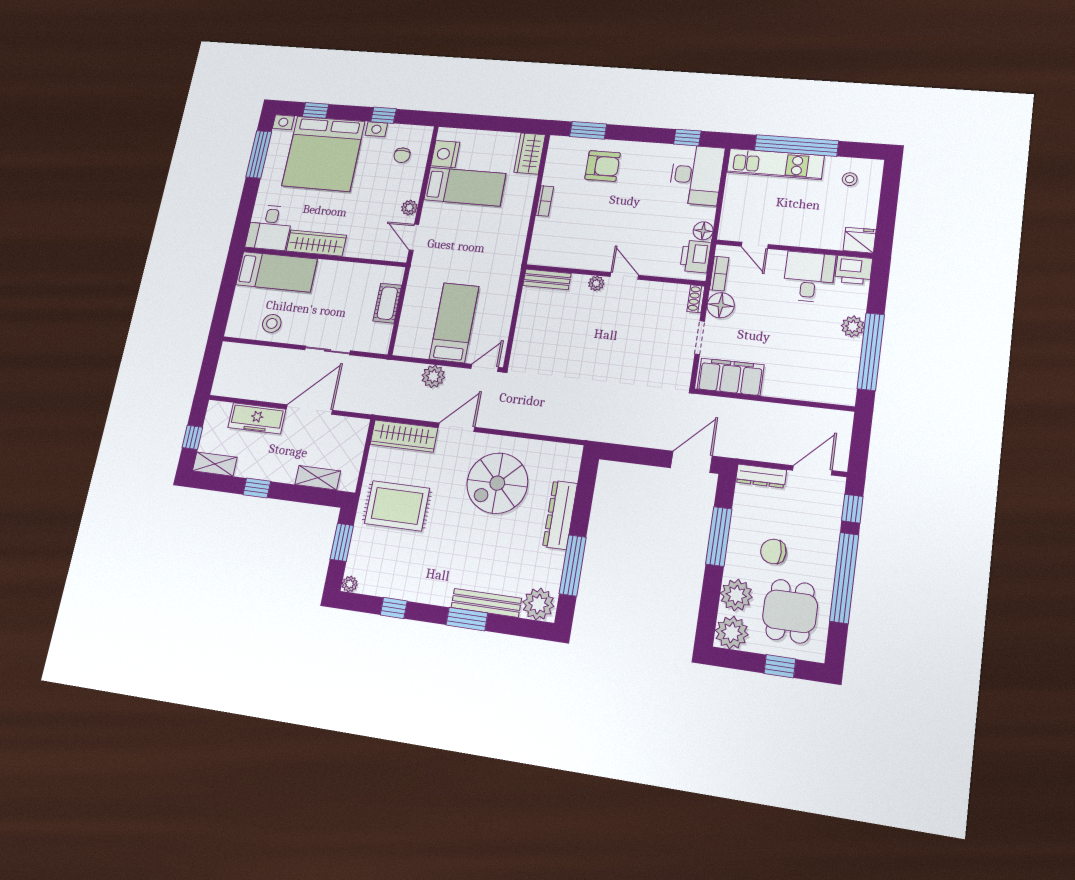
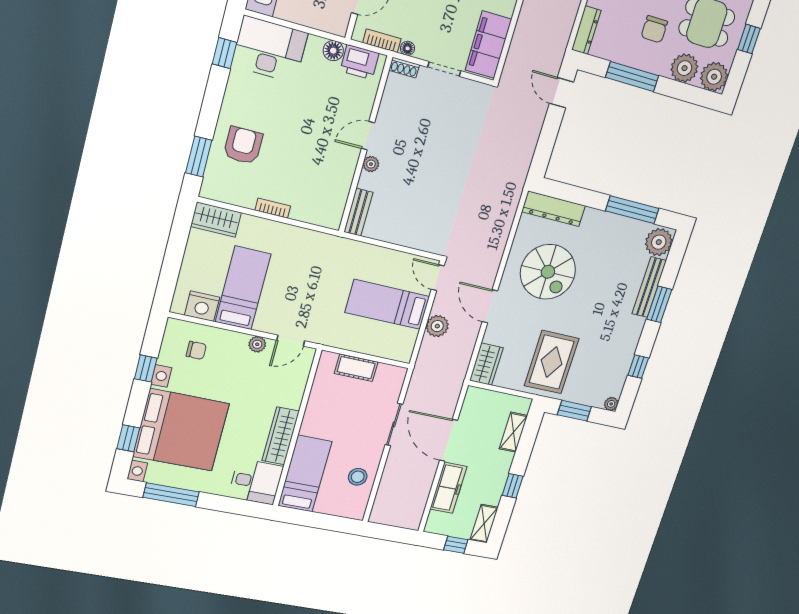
floor lamp: (721, 305) -> (408, 48), width x0.53, depth x0.53
wardrobe: (404, 436) -> (486, 364), width x0.67
door: (691, 462) -> (561, 93), width x0.73
dresser: (560, 515) -> (554, 209), moved

